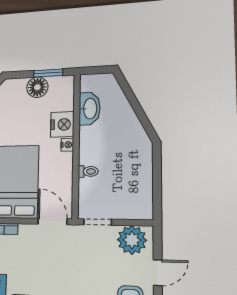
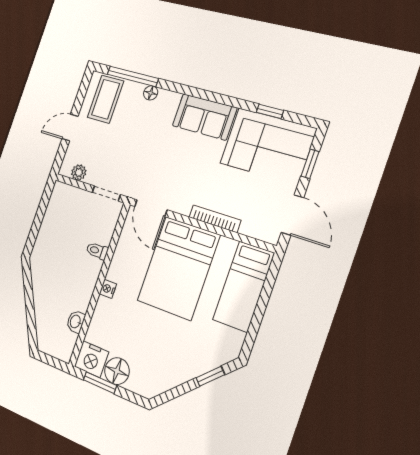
washbasin: (90, 109) -> (76, 322), width x0.52, depth x0.69
nightstand: (62, 124) -> (91, 359), moved, turned -90
plant: (132, 240) -> (79, 172), width x0.53, depth x0.53

